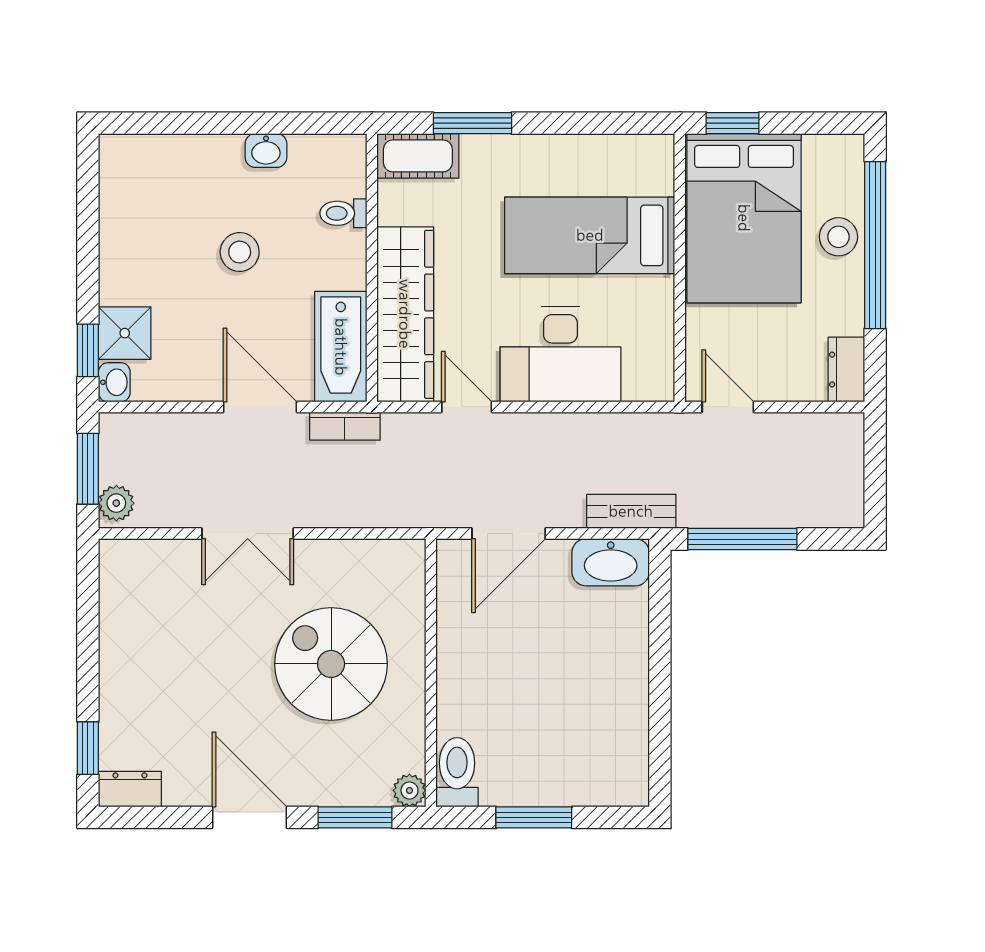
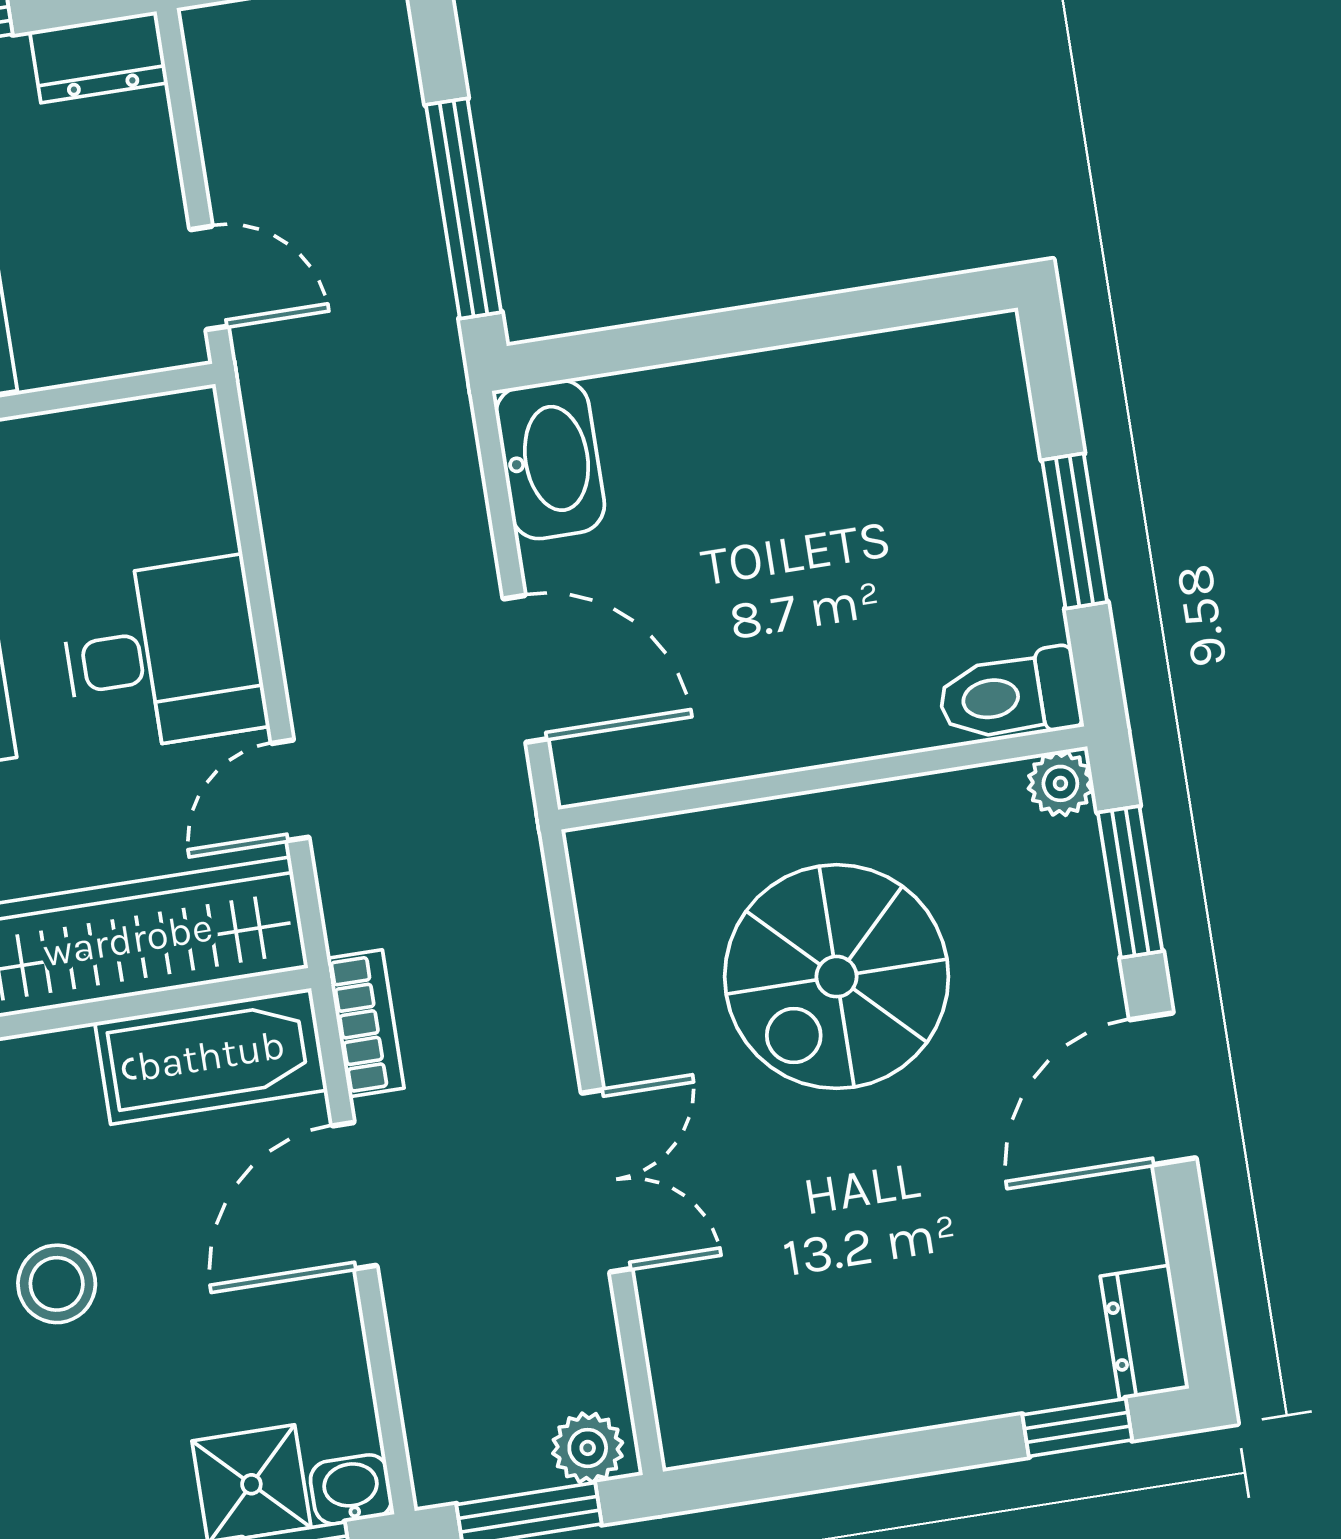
desk: (560, 354) -> (163, 655), width x0.73
door: (728, 407) -> (209, 278), swing flipped
bench: (631, 511) -> (444, 435), removed

